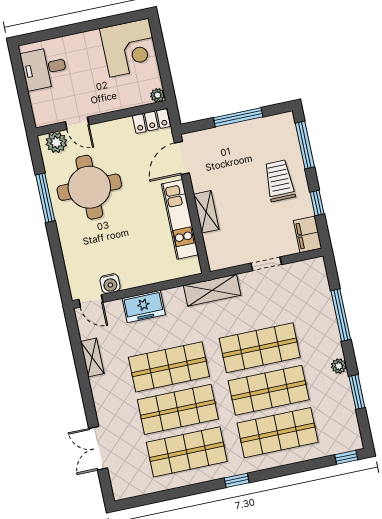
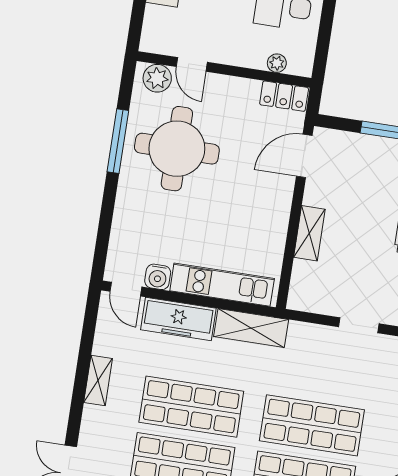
plant: (158, 95) -> (277, 63), moved
kitchen unit: (180, 219) -> (222, 285), moved, turned 90
shelving: (212, 290) -> (251, 328), moved
freezer: (144, 306) -> (178, 319), width x1.40
shelving: (92, 358) -> (98, 381), moved

